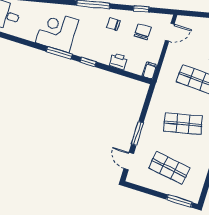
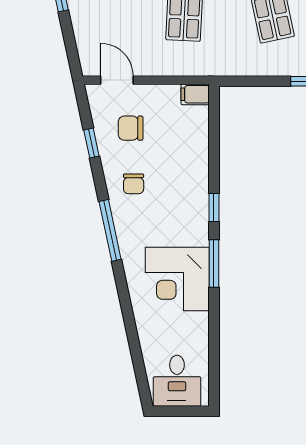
printer: (118, 61) -> (196, 155), removed

